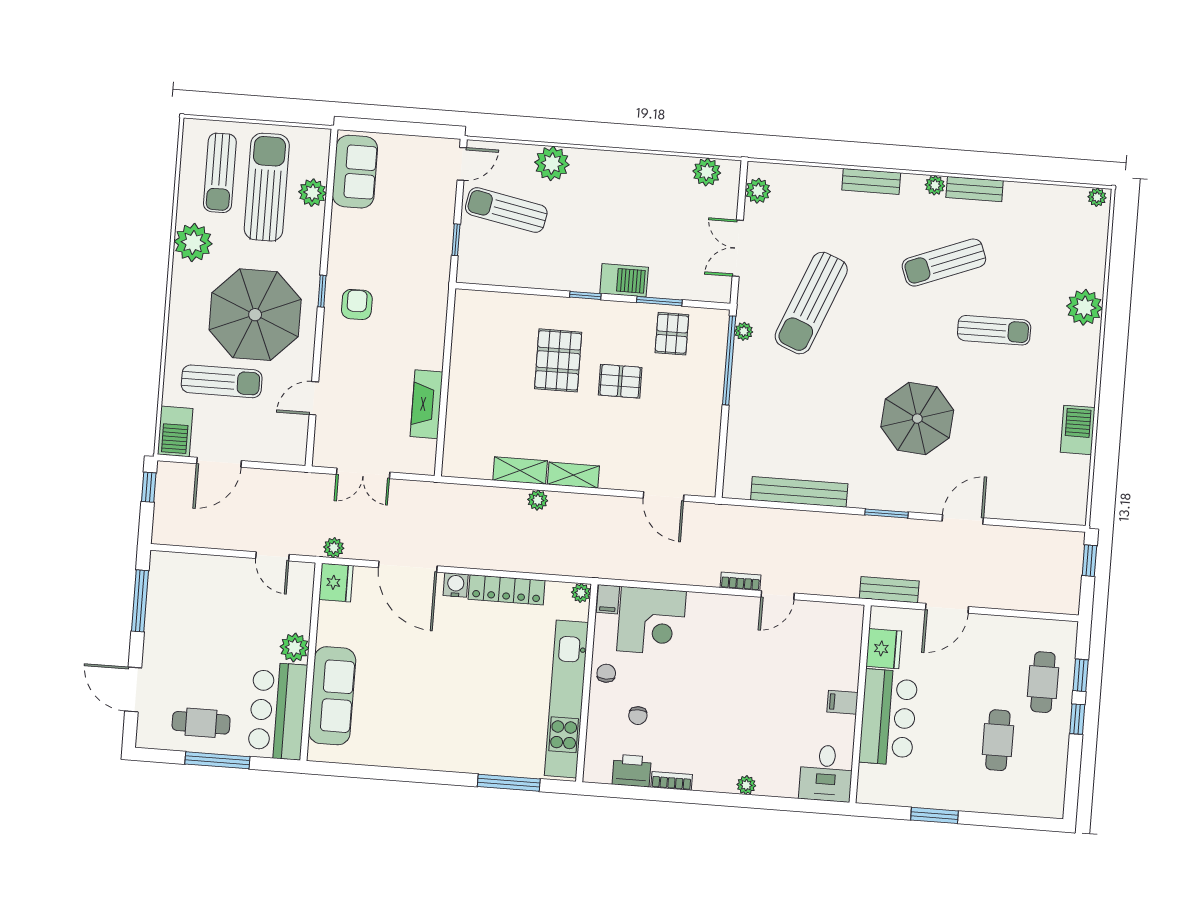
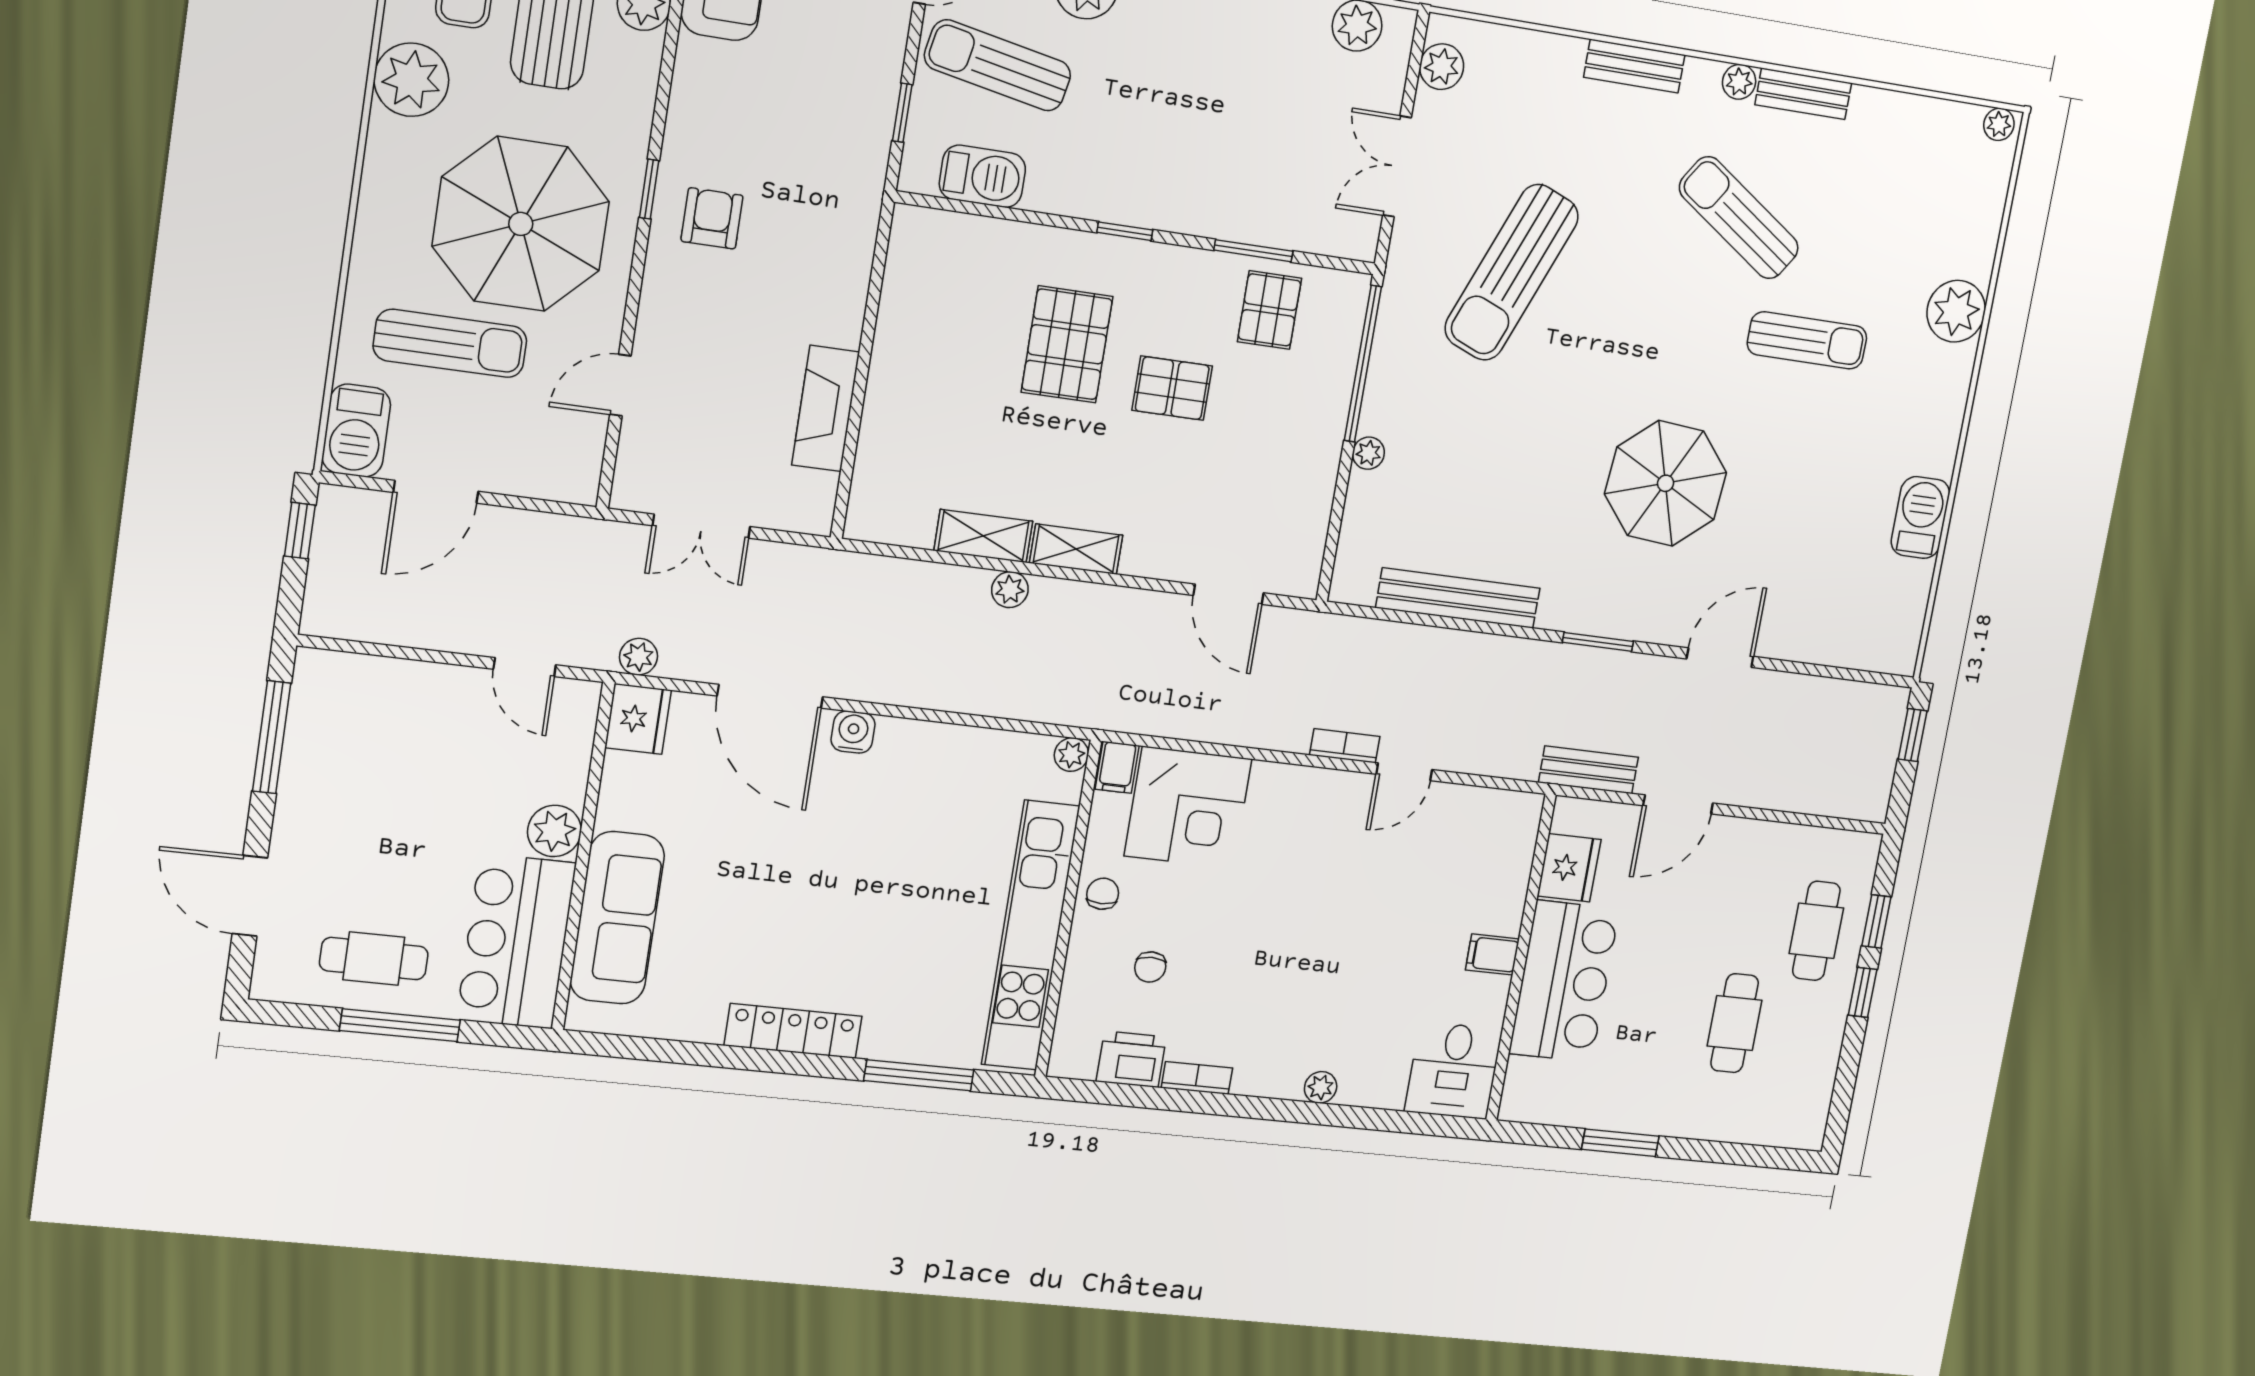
sun lounger: (944, 263) -> (1739, 218), turned 55
barbecue: (624, 280) -> (982, 176), moved
plant: (744, 331) -> (1368, 453), moved
locker: (507, 590) -> (793, 1031), moved, turned 180

